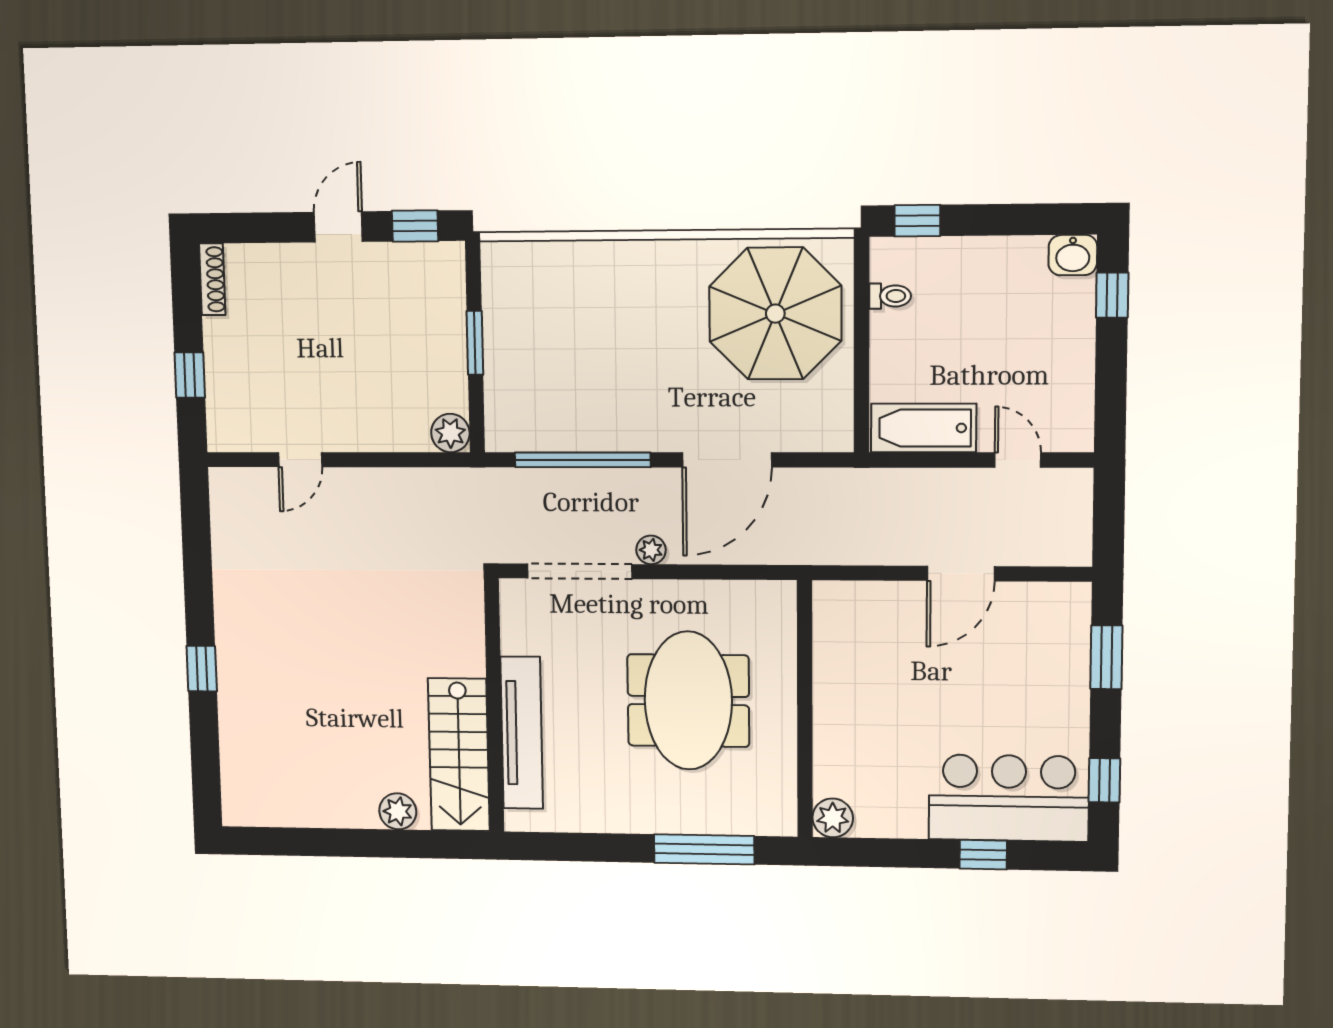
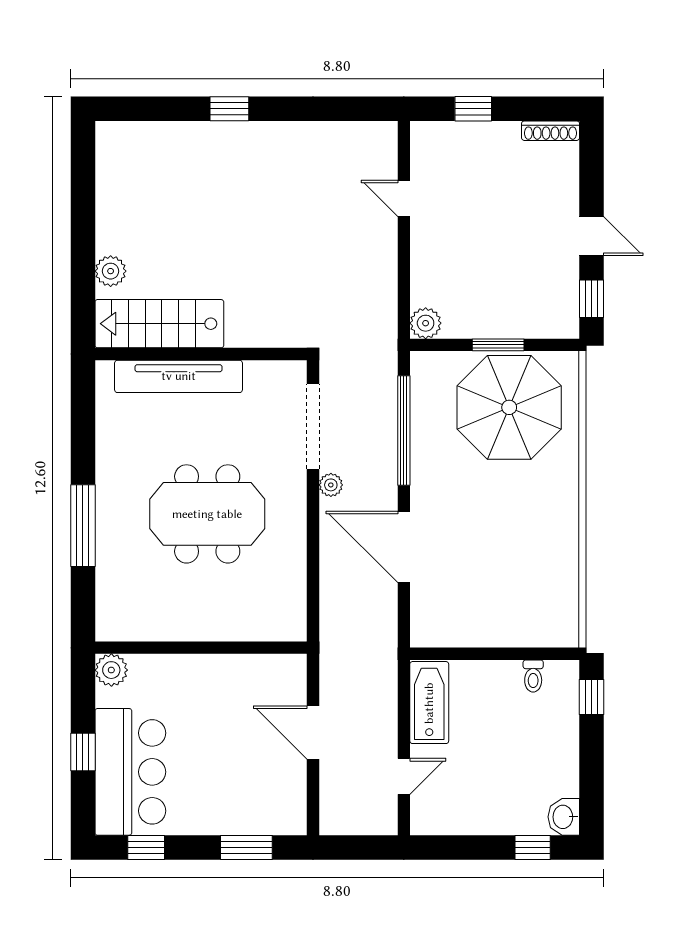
parasol: (775, 314) -> (509, 407), moved
wall: (805, 710) -> (201, 648), moved
plant: (833, 818) -> (111, 670), moved

